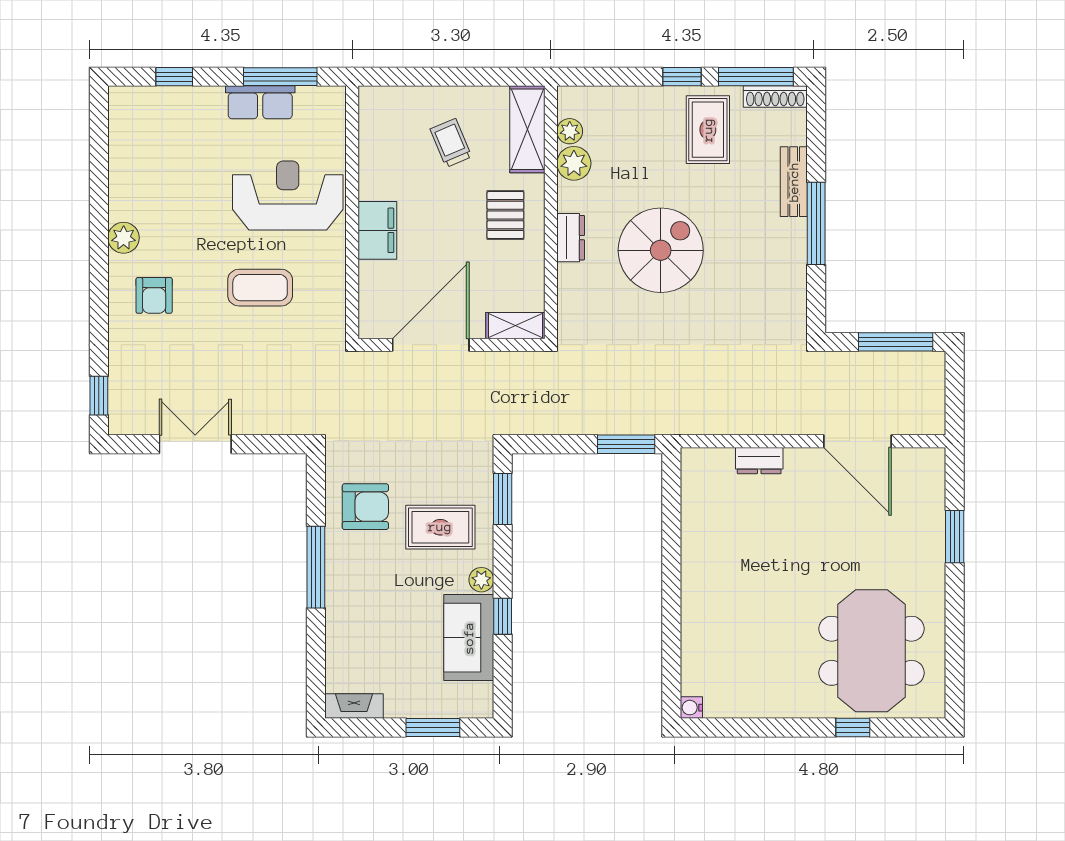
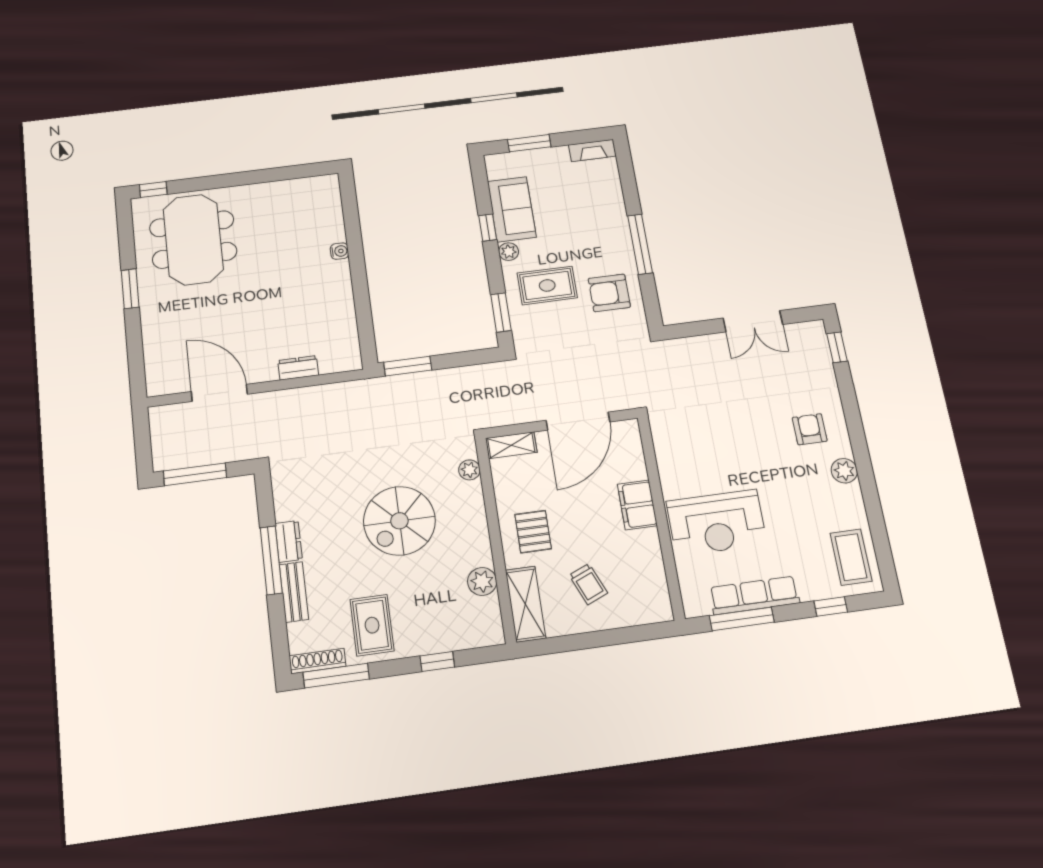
window: (682, 77) -> (437, 662), moved
row of seats: (260, 102) -> (754, 595), width x1.48
plant: (570, 131) -> (469, 470), moved
dresser: (571, 238) -> (289, 541), moved, turned 180
coffee table: (260, 288) -> (851, 557), moved, turned 90
window: (955, 537) -> (130, 289), moved
water cooler: (691, 708) -> (339, 251), moved
window: (853, 728) -> (153, 189), moved

